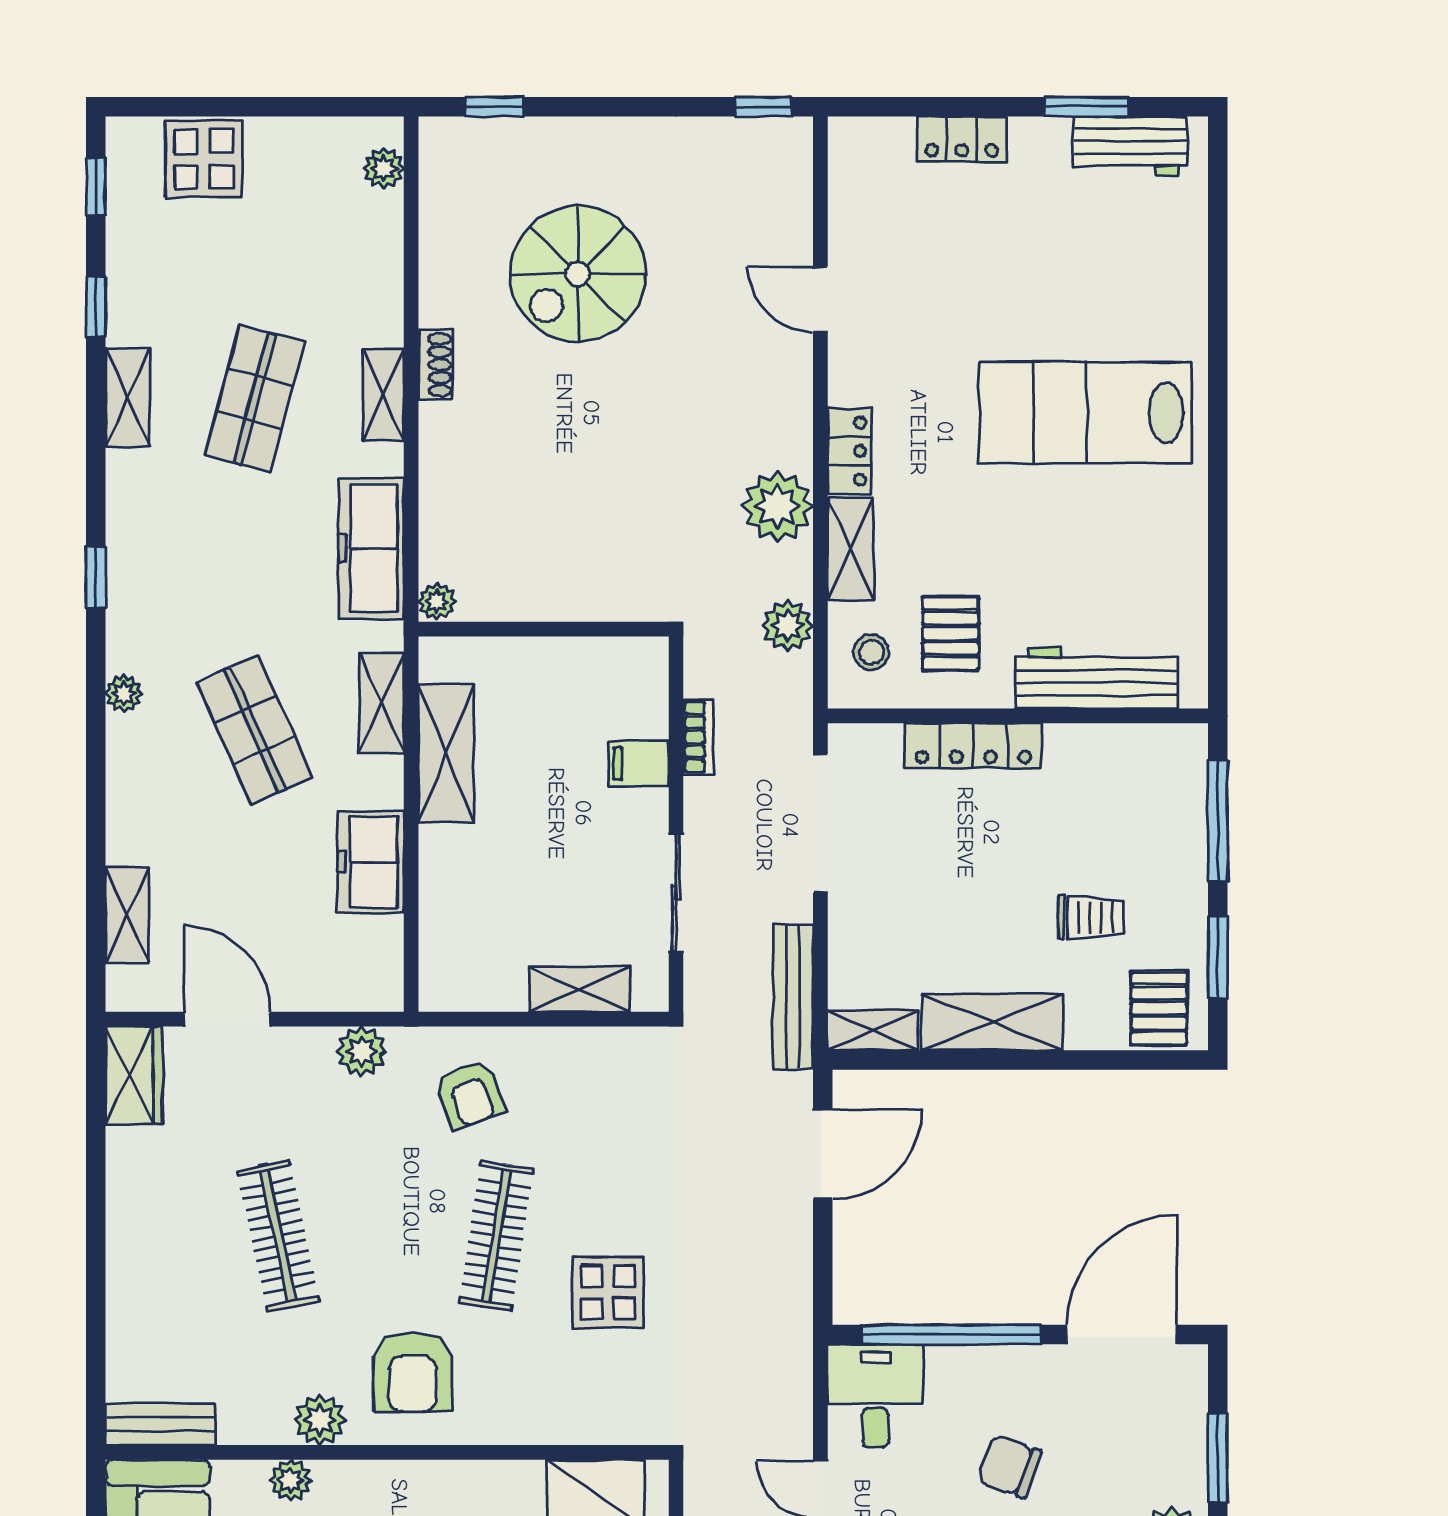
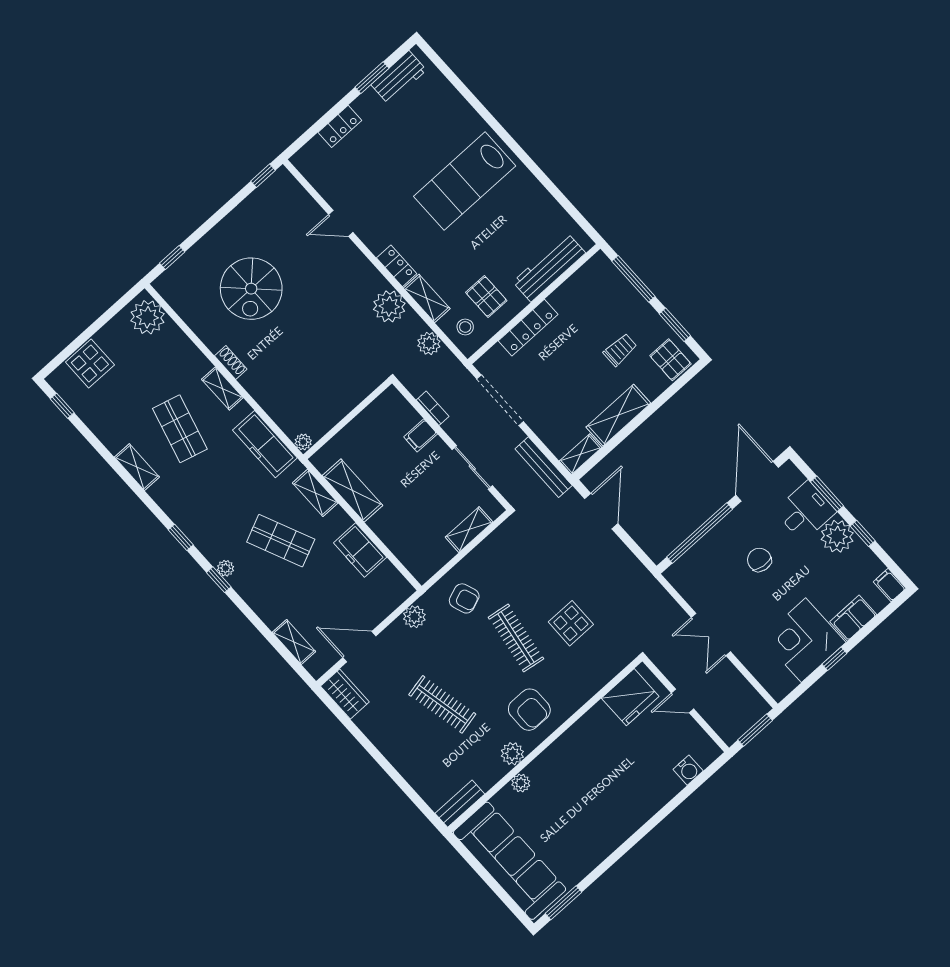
plant: (384, 168) -> (148, 317), width x1.88, depth x1.88
window: (96, 307) -> (219, 580), moved
desk: (876, 1396) -> (805, 511), moved, turned 90
chair: (1010, 1466) -> (759, 560), turned 77

